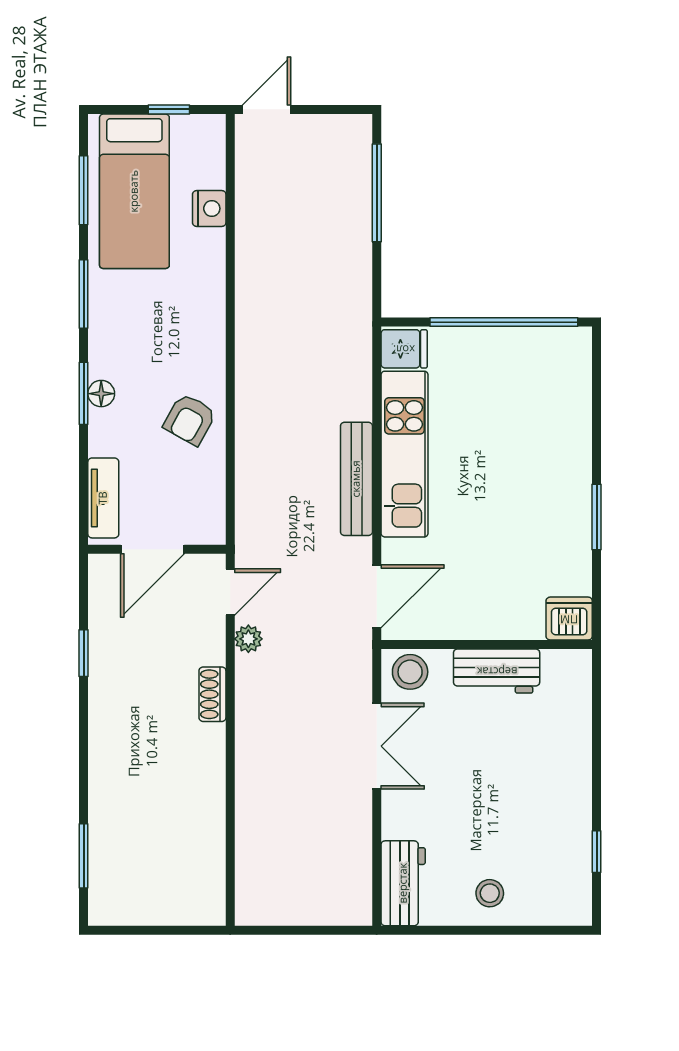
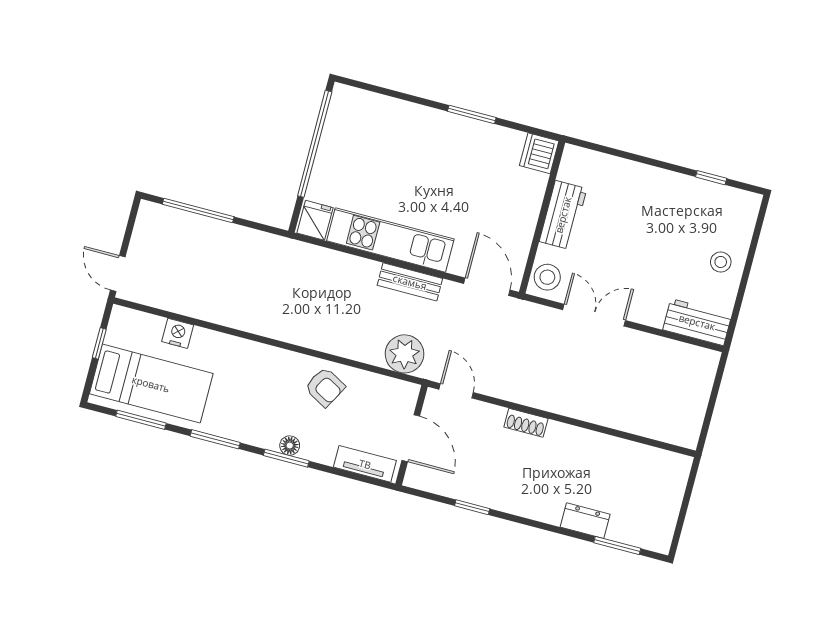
bench: (356, 479) -> (410, 282), width x0.73
plant: (248, 639) -> (405, 354), moved, width x1.87, depth x1.87
dresser: (105, 805) -> (585, 521), added

